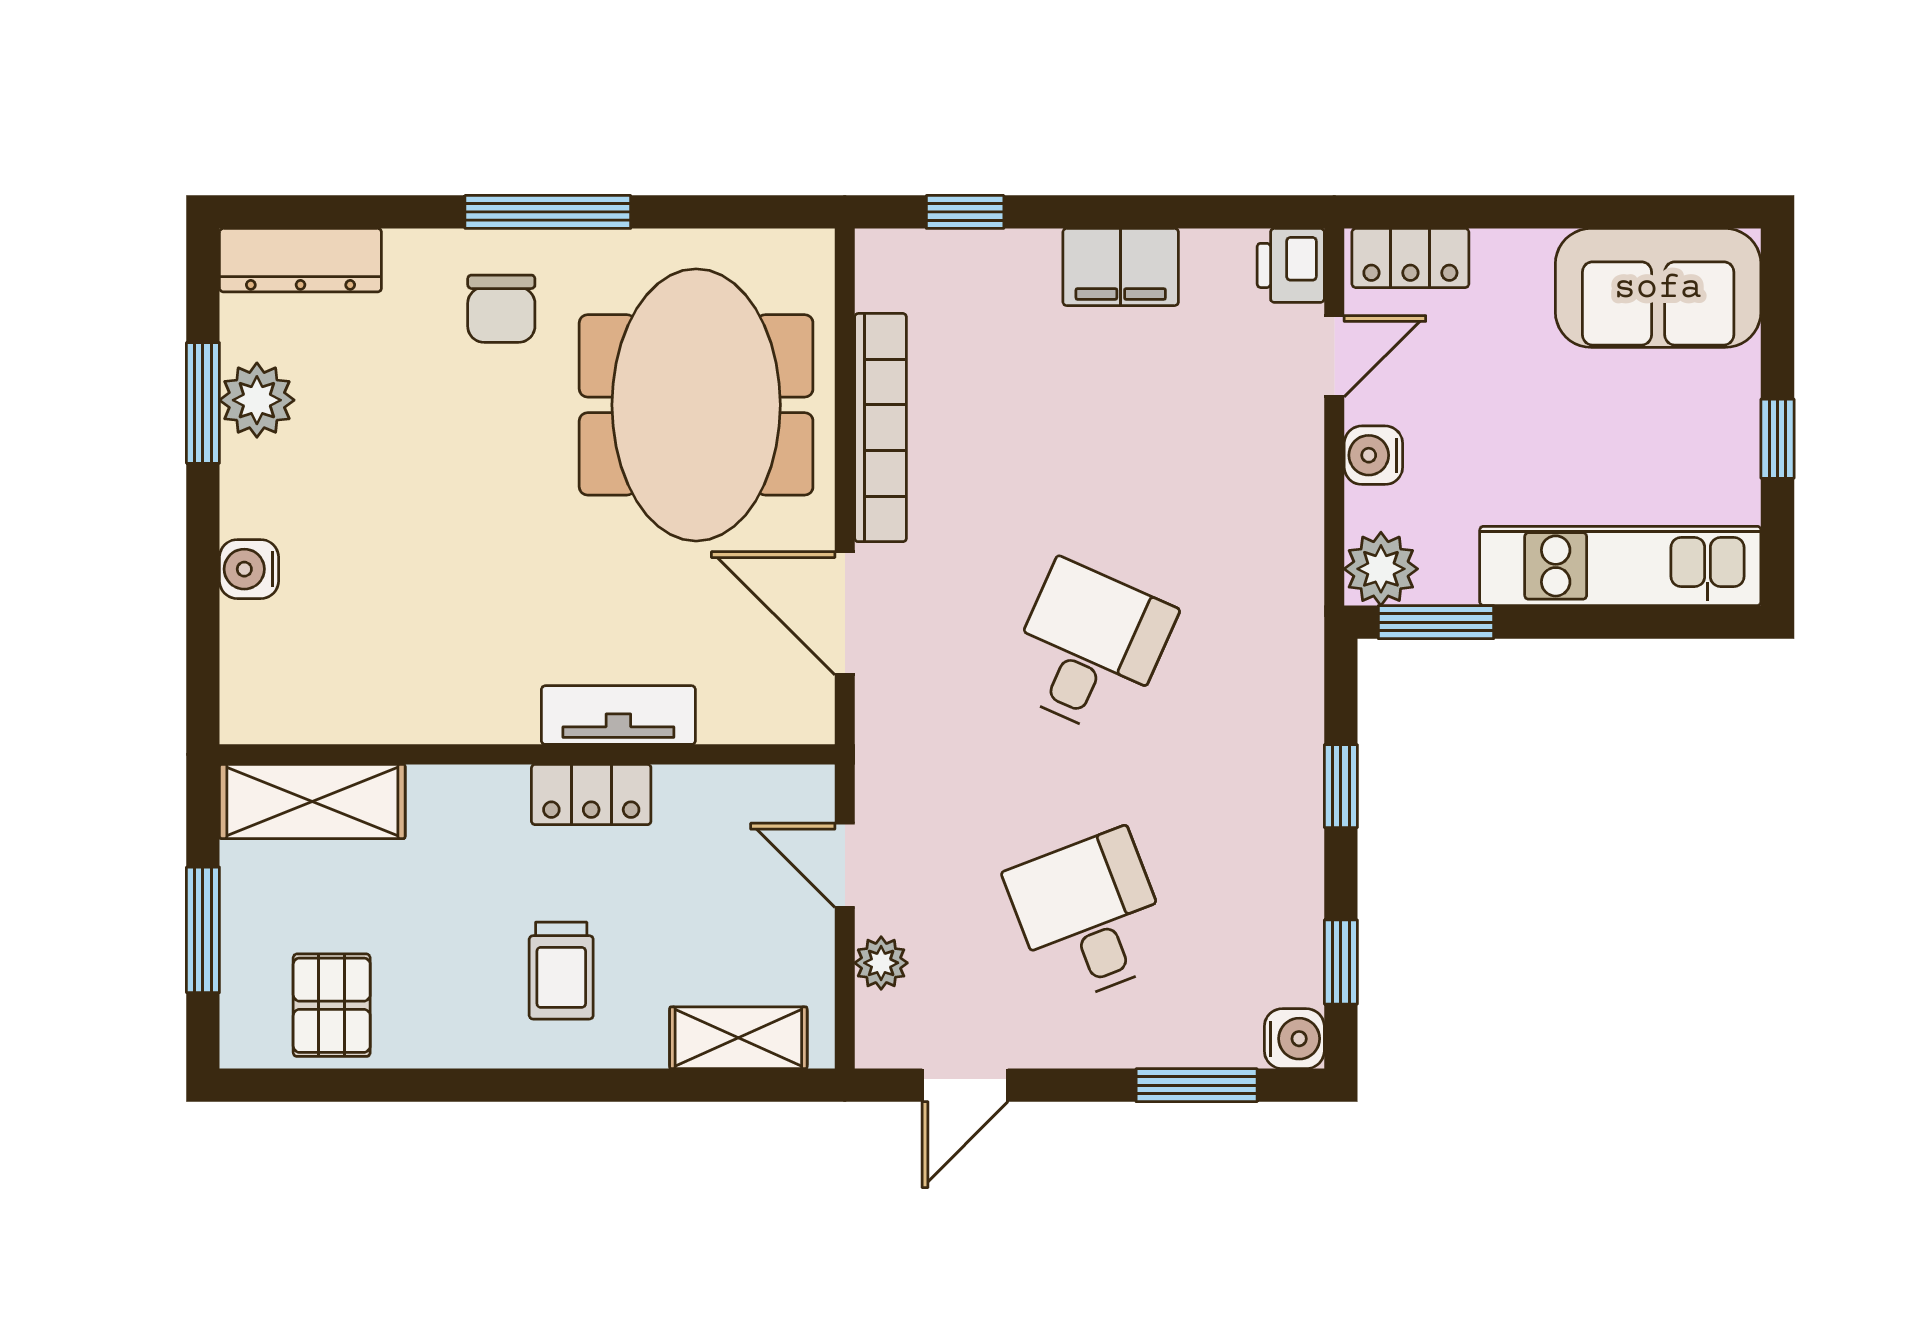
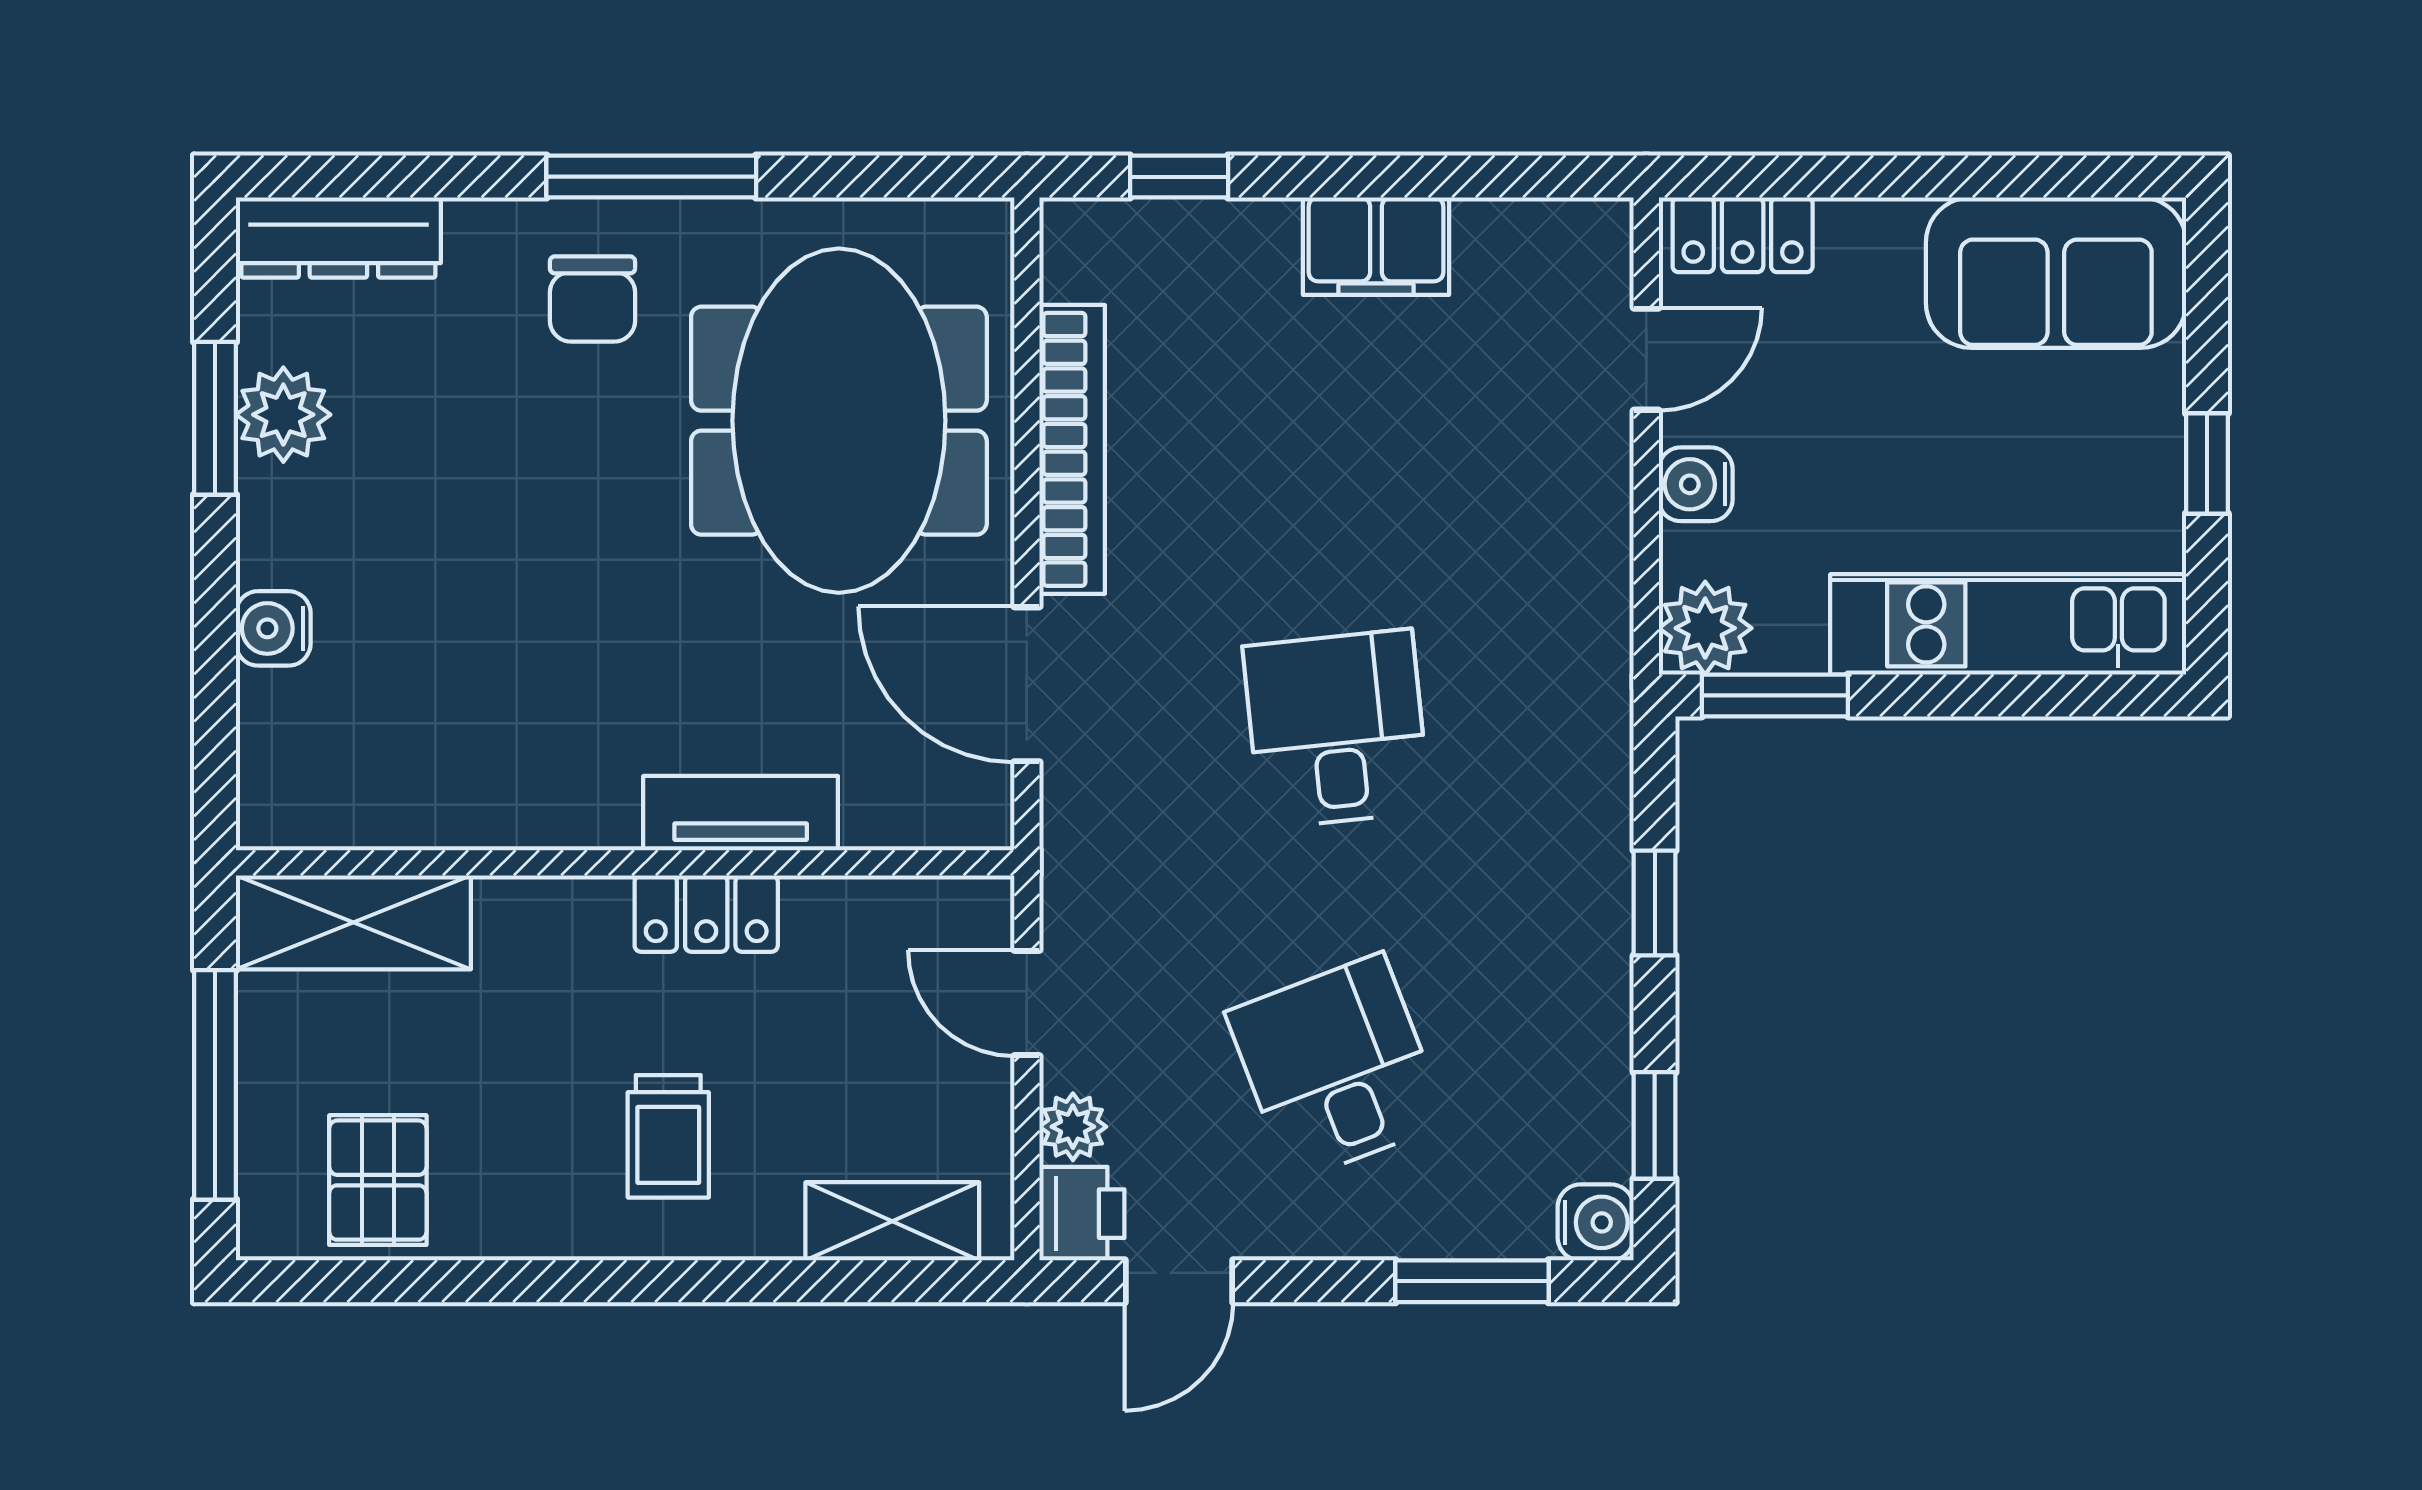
printer: (1291, 265) -> (1082, 1214), moved, turned 180
desk: (1089, 649) -> (1337, 729), turned -30
window: (203, 930) -> (215, 1085), width x1.44

